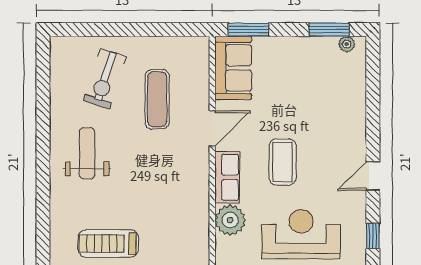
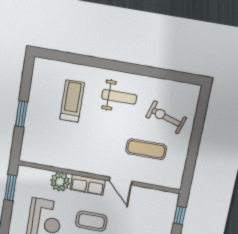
window: (249, 30) -> (180, 215), width x0.67
sofa: (233, 68) -> (157, 201), removed
treadmill: (108, 244) -> (72, 101), moved

